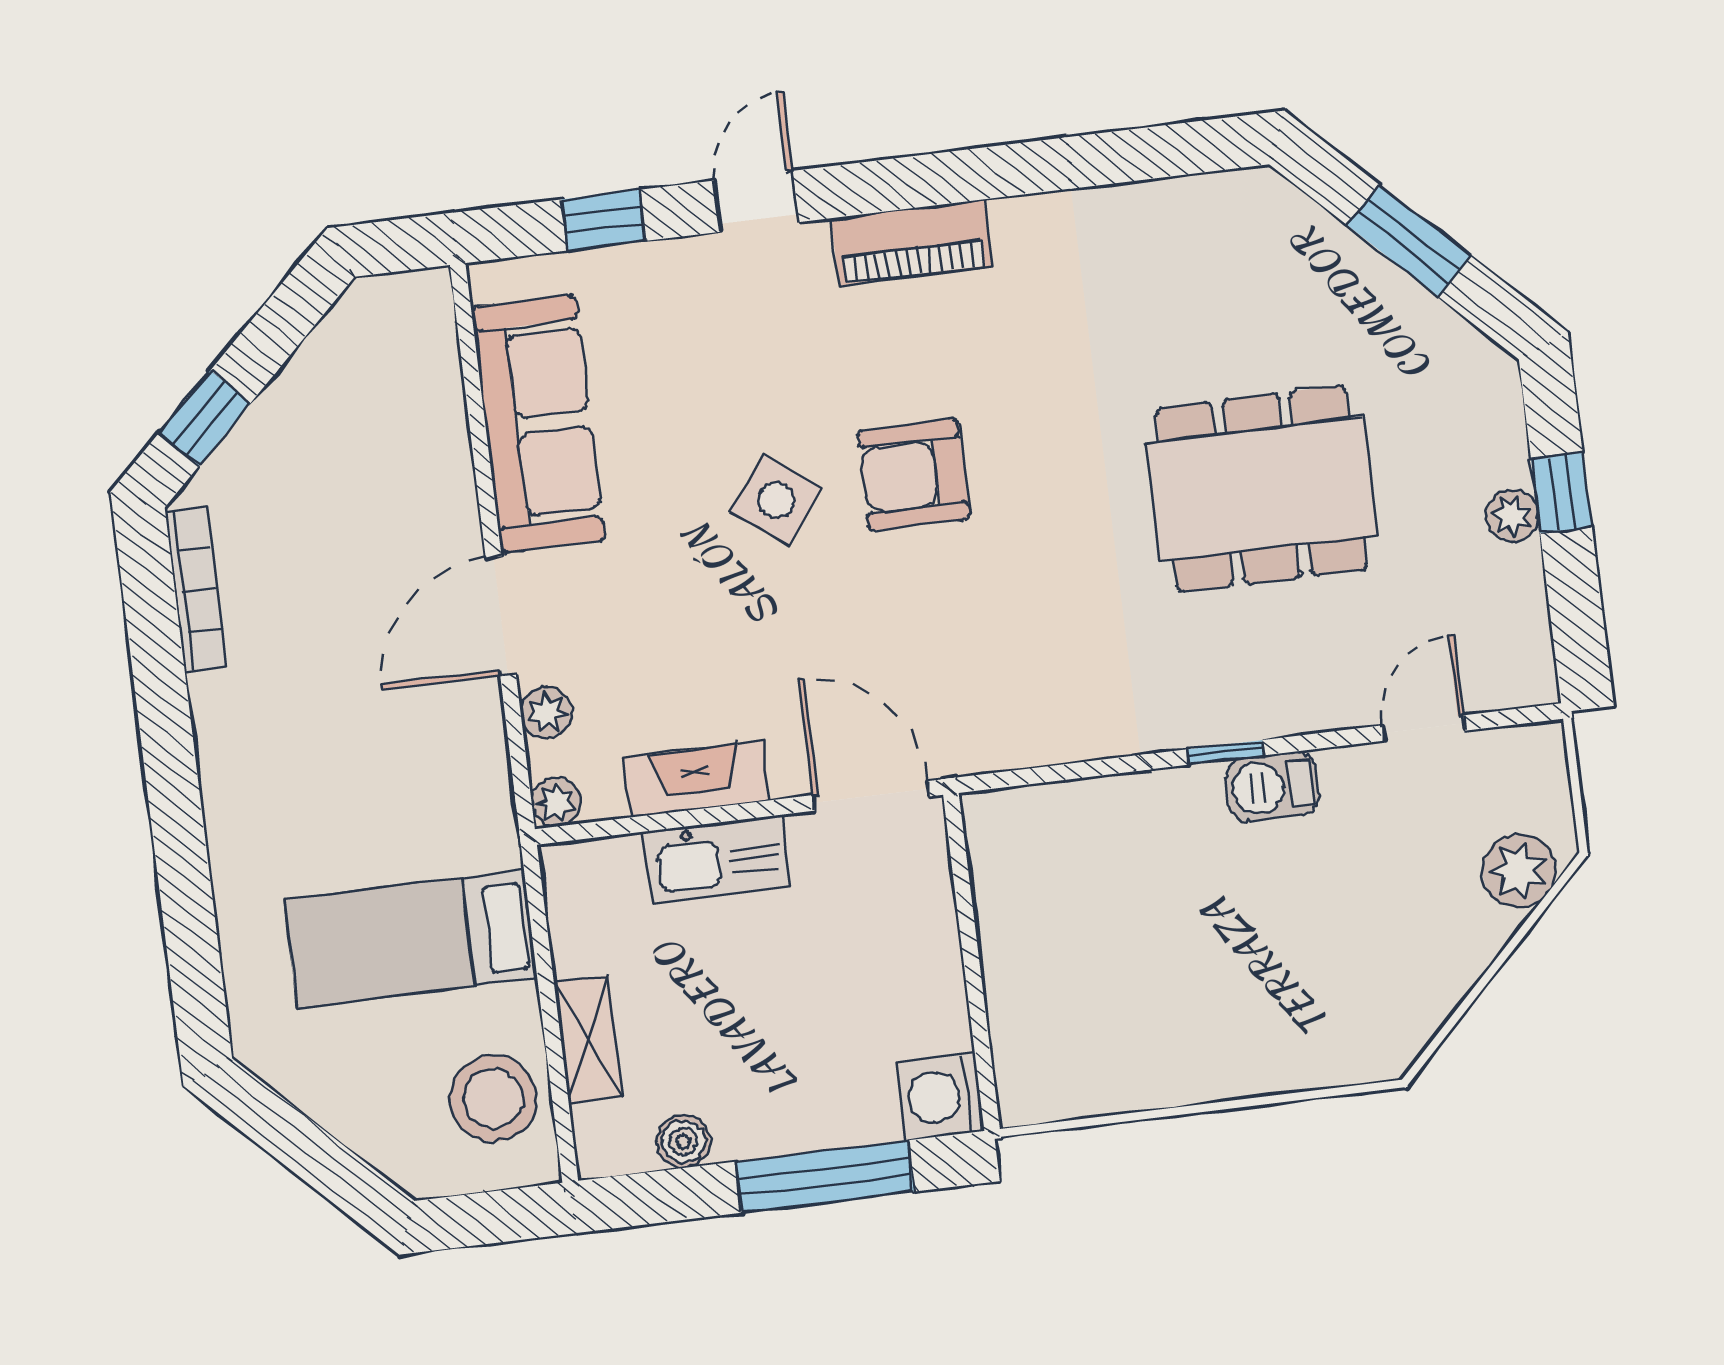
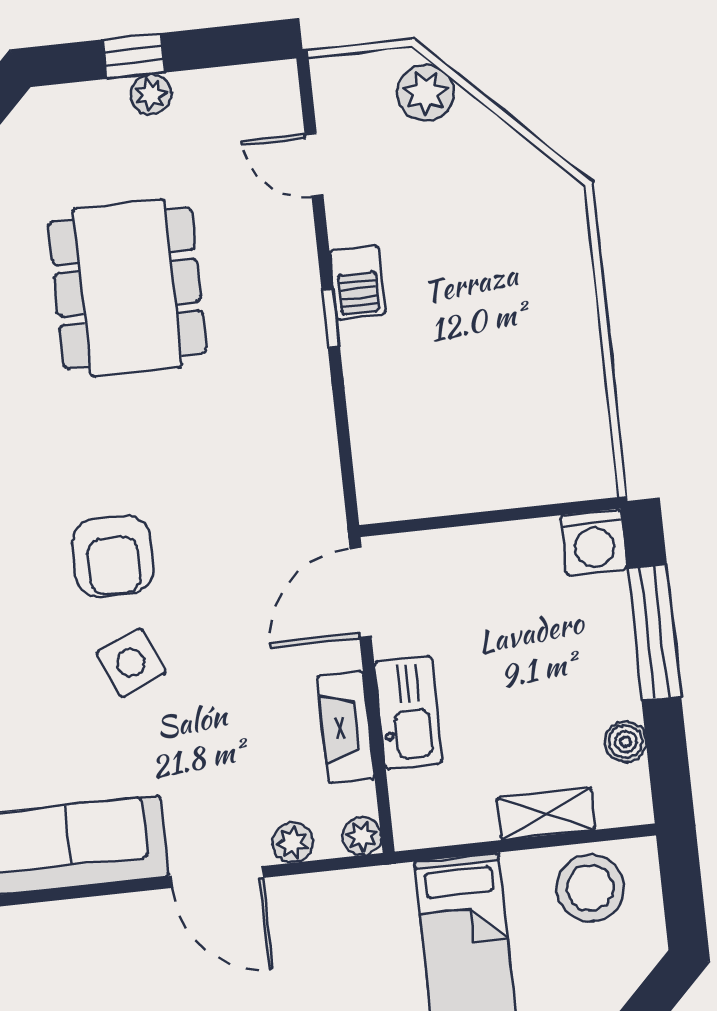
side table: (776, 500) -> (131, 663), turned 30

